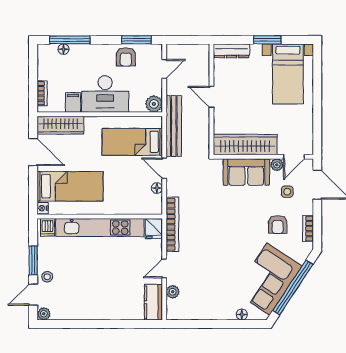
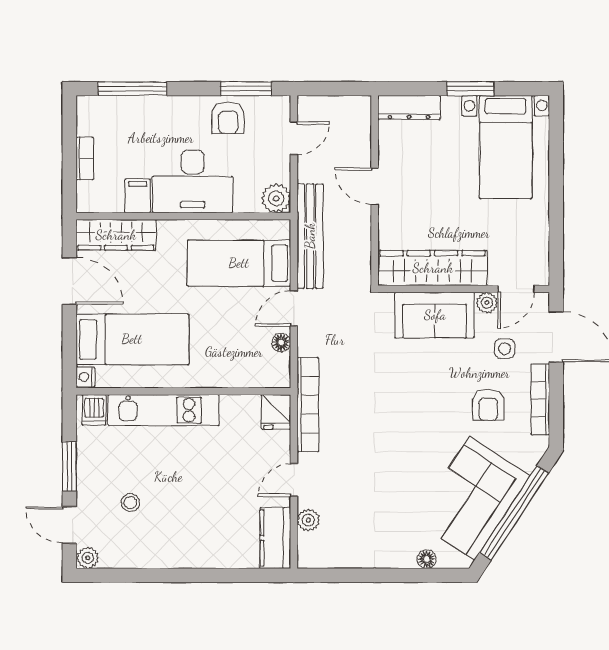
floor lamp: (63, 49) -> (121, 105), removed
bookcase: (42, 93) -> (85, 158), moved
door: (164, 168) -> (294, 309), hinge flipped
kitchen unit: (100, 228) -> (164, 410), width x0.73
bookcase: (308, 229) -> (540, 399), width x1.56
stool: (47, 277) -> (130, 503), moved
door: (33, 295) -> (69, 525), hinge flipped

